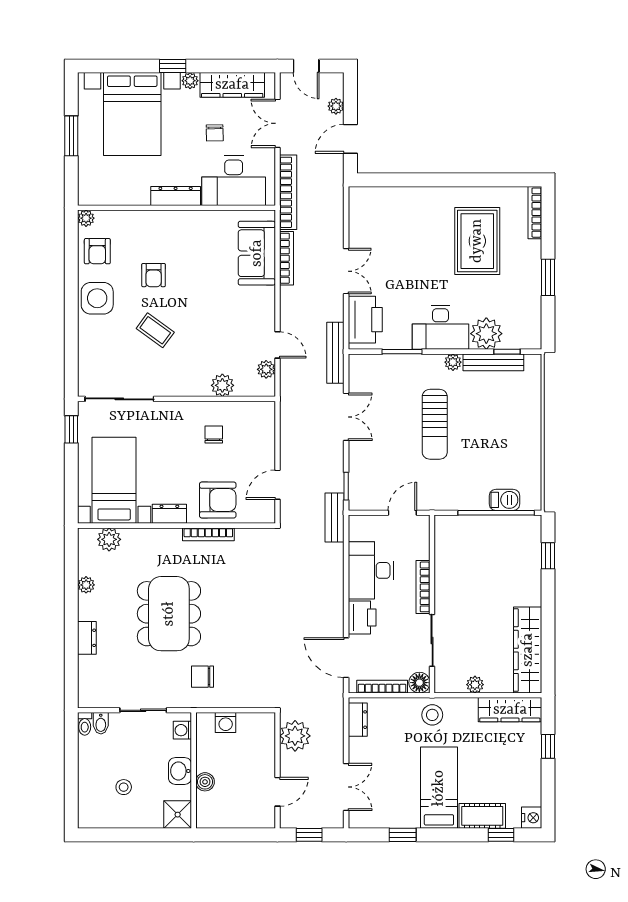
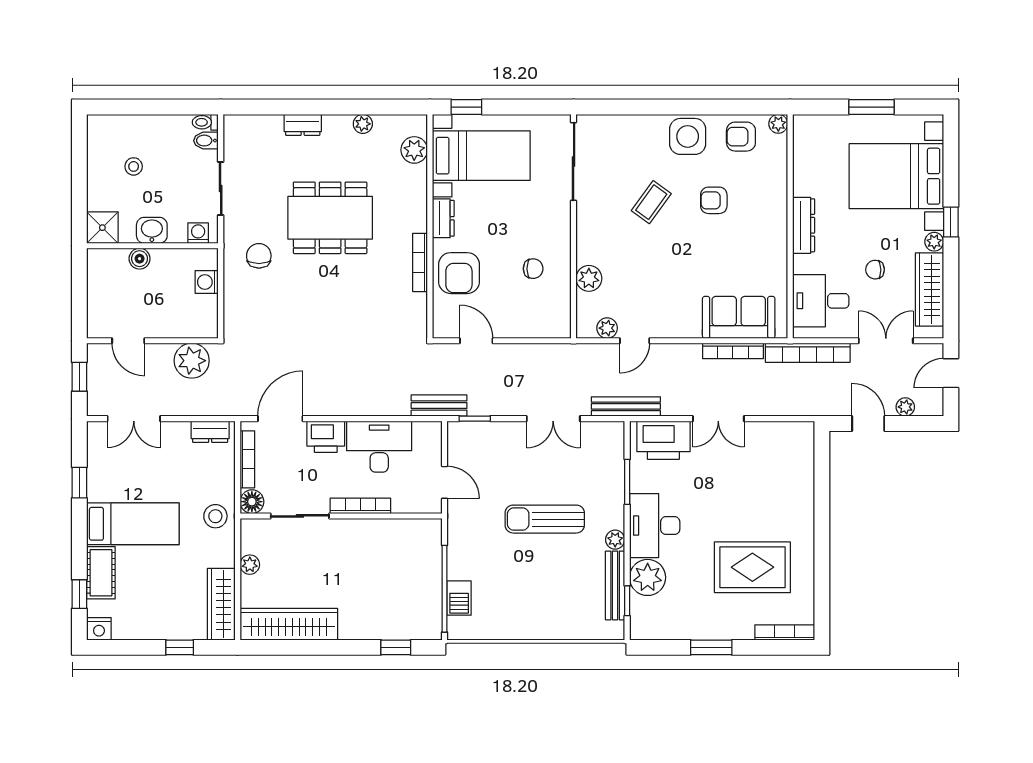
desk: (234, 181) -> (821, 301), width x0.73
window: (71, 429) -> (466, 107), moved

